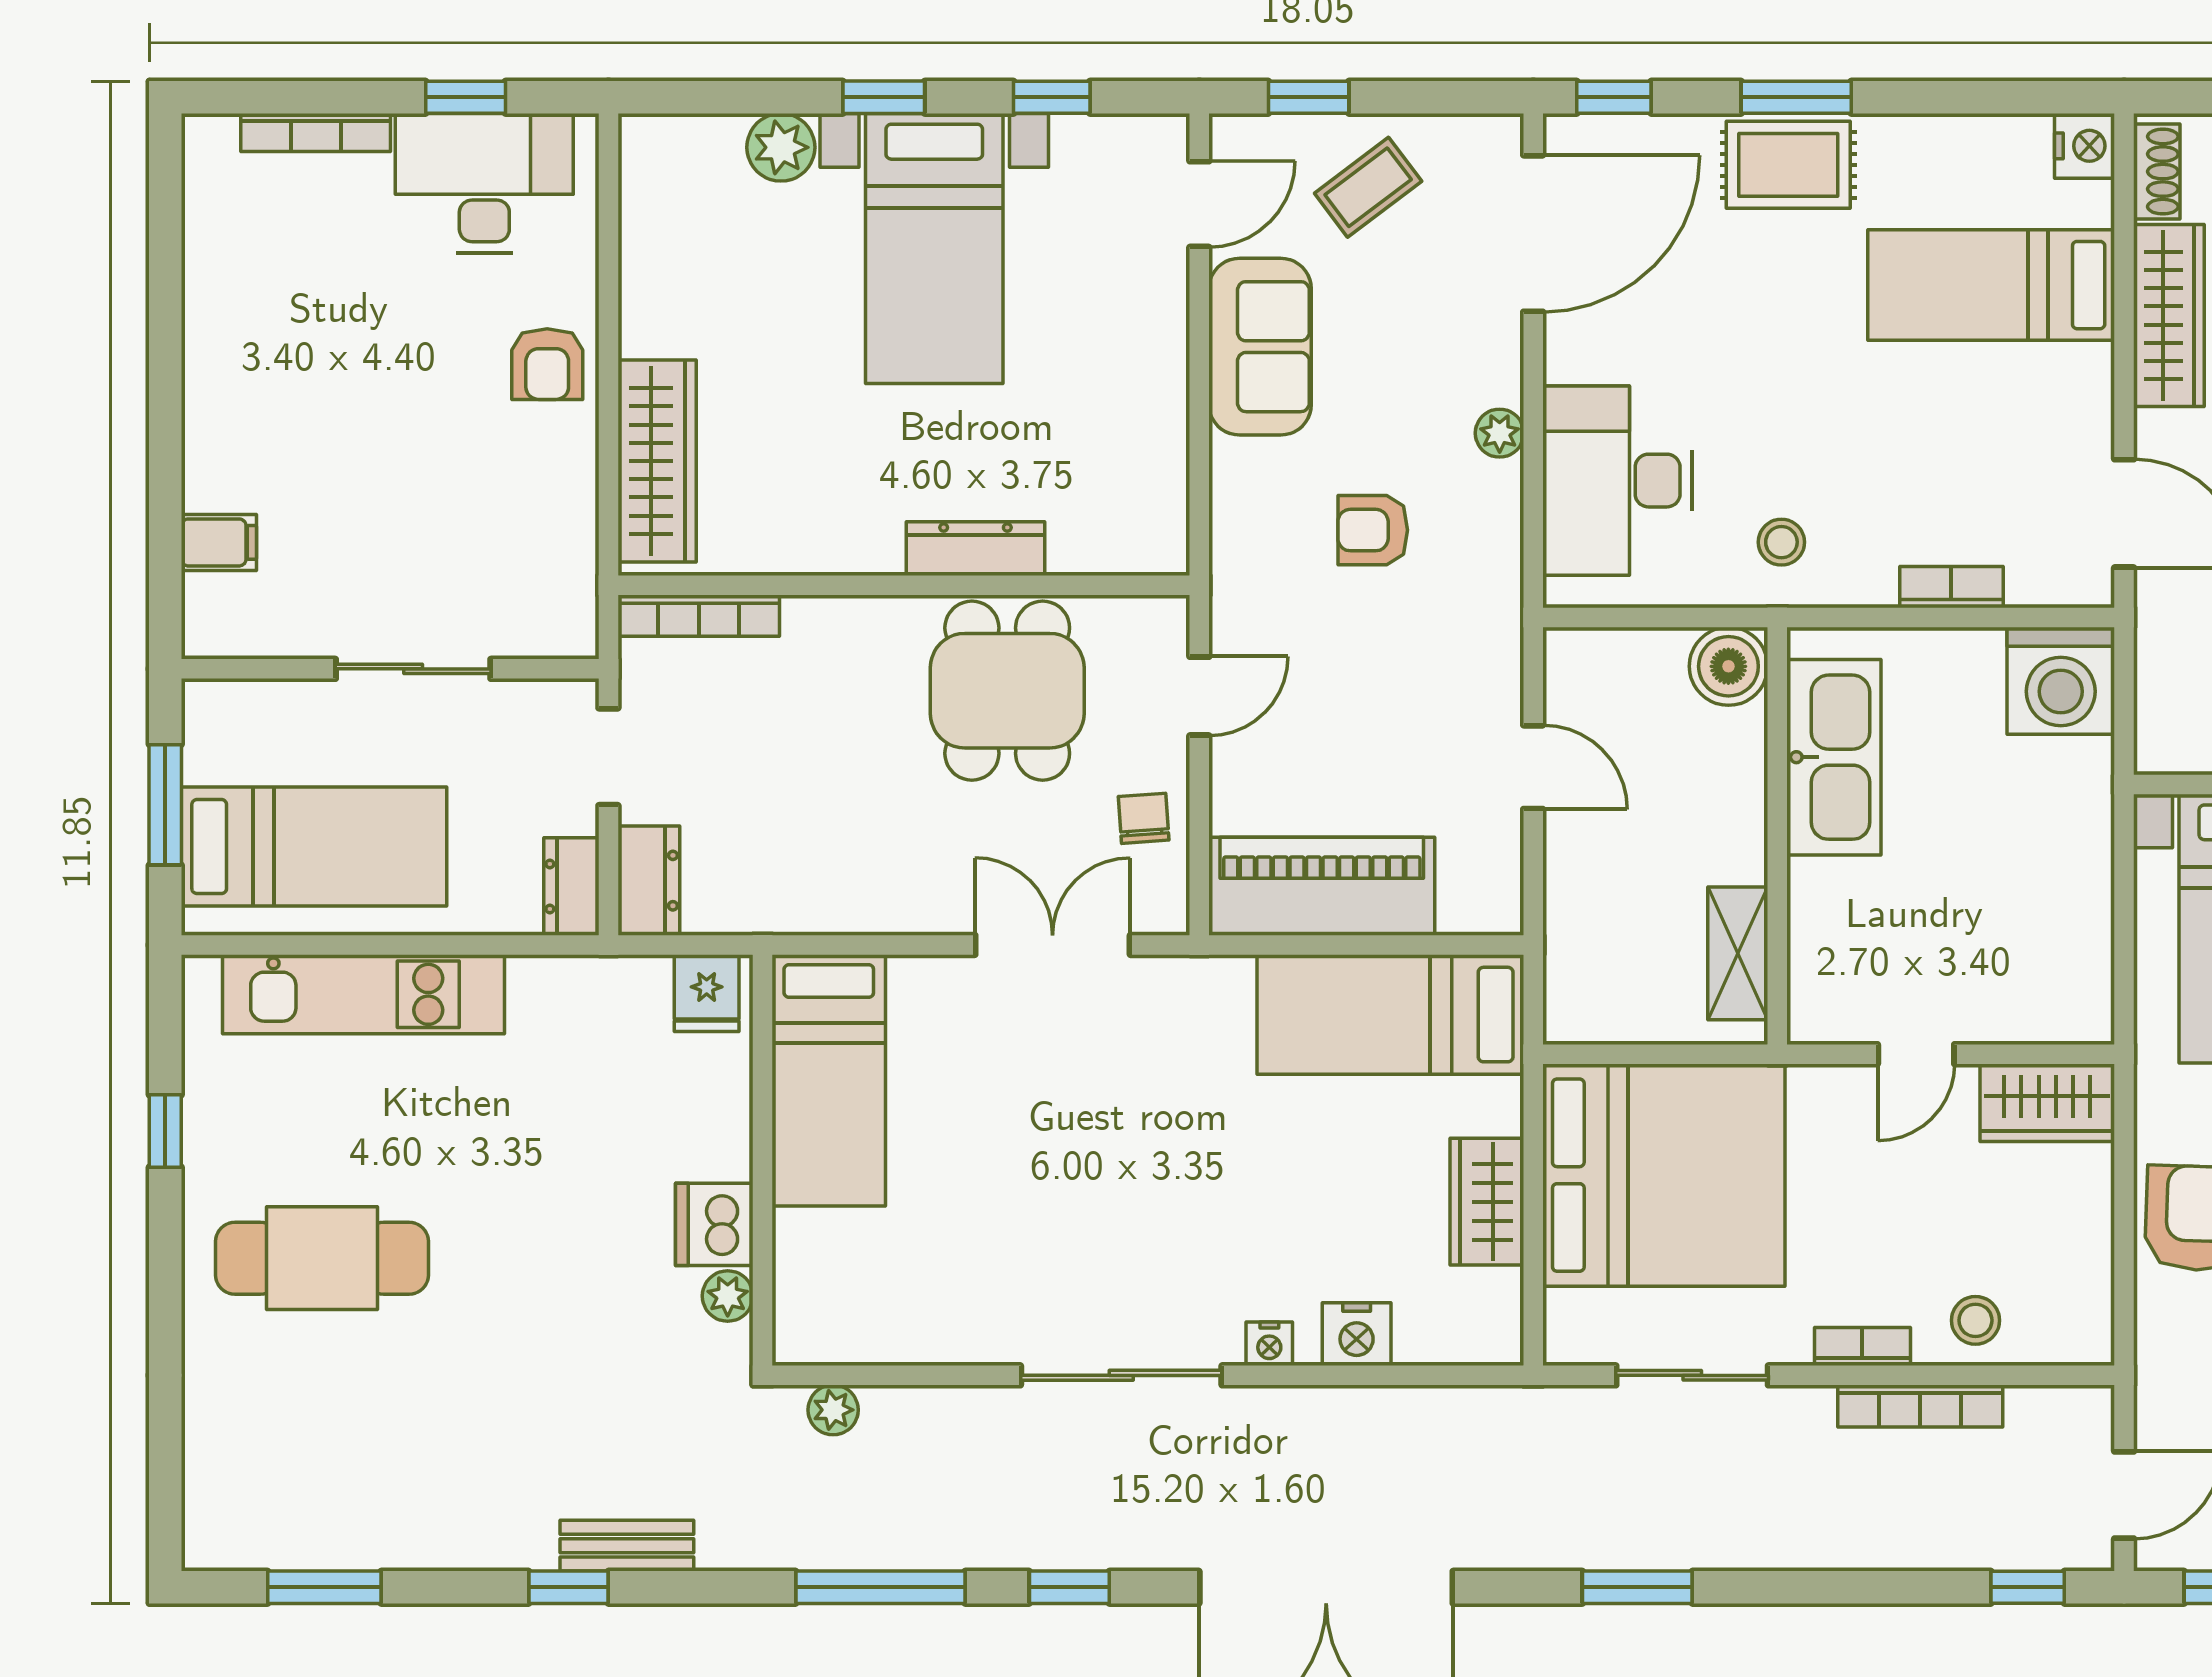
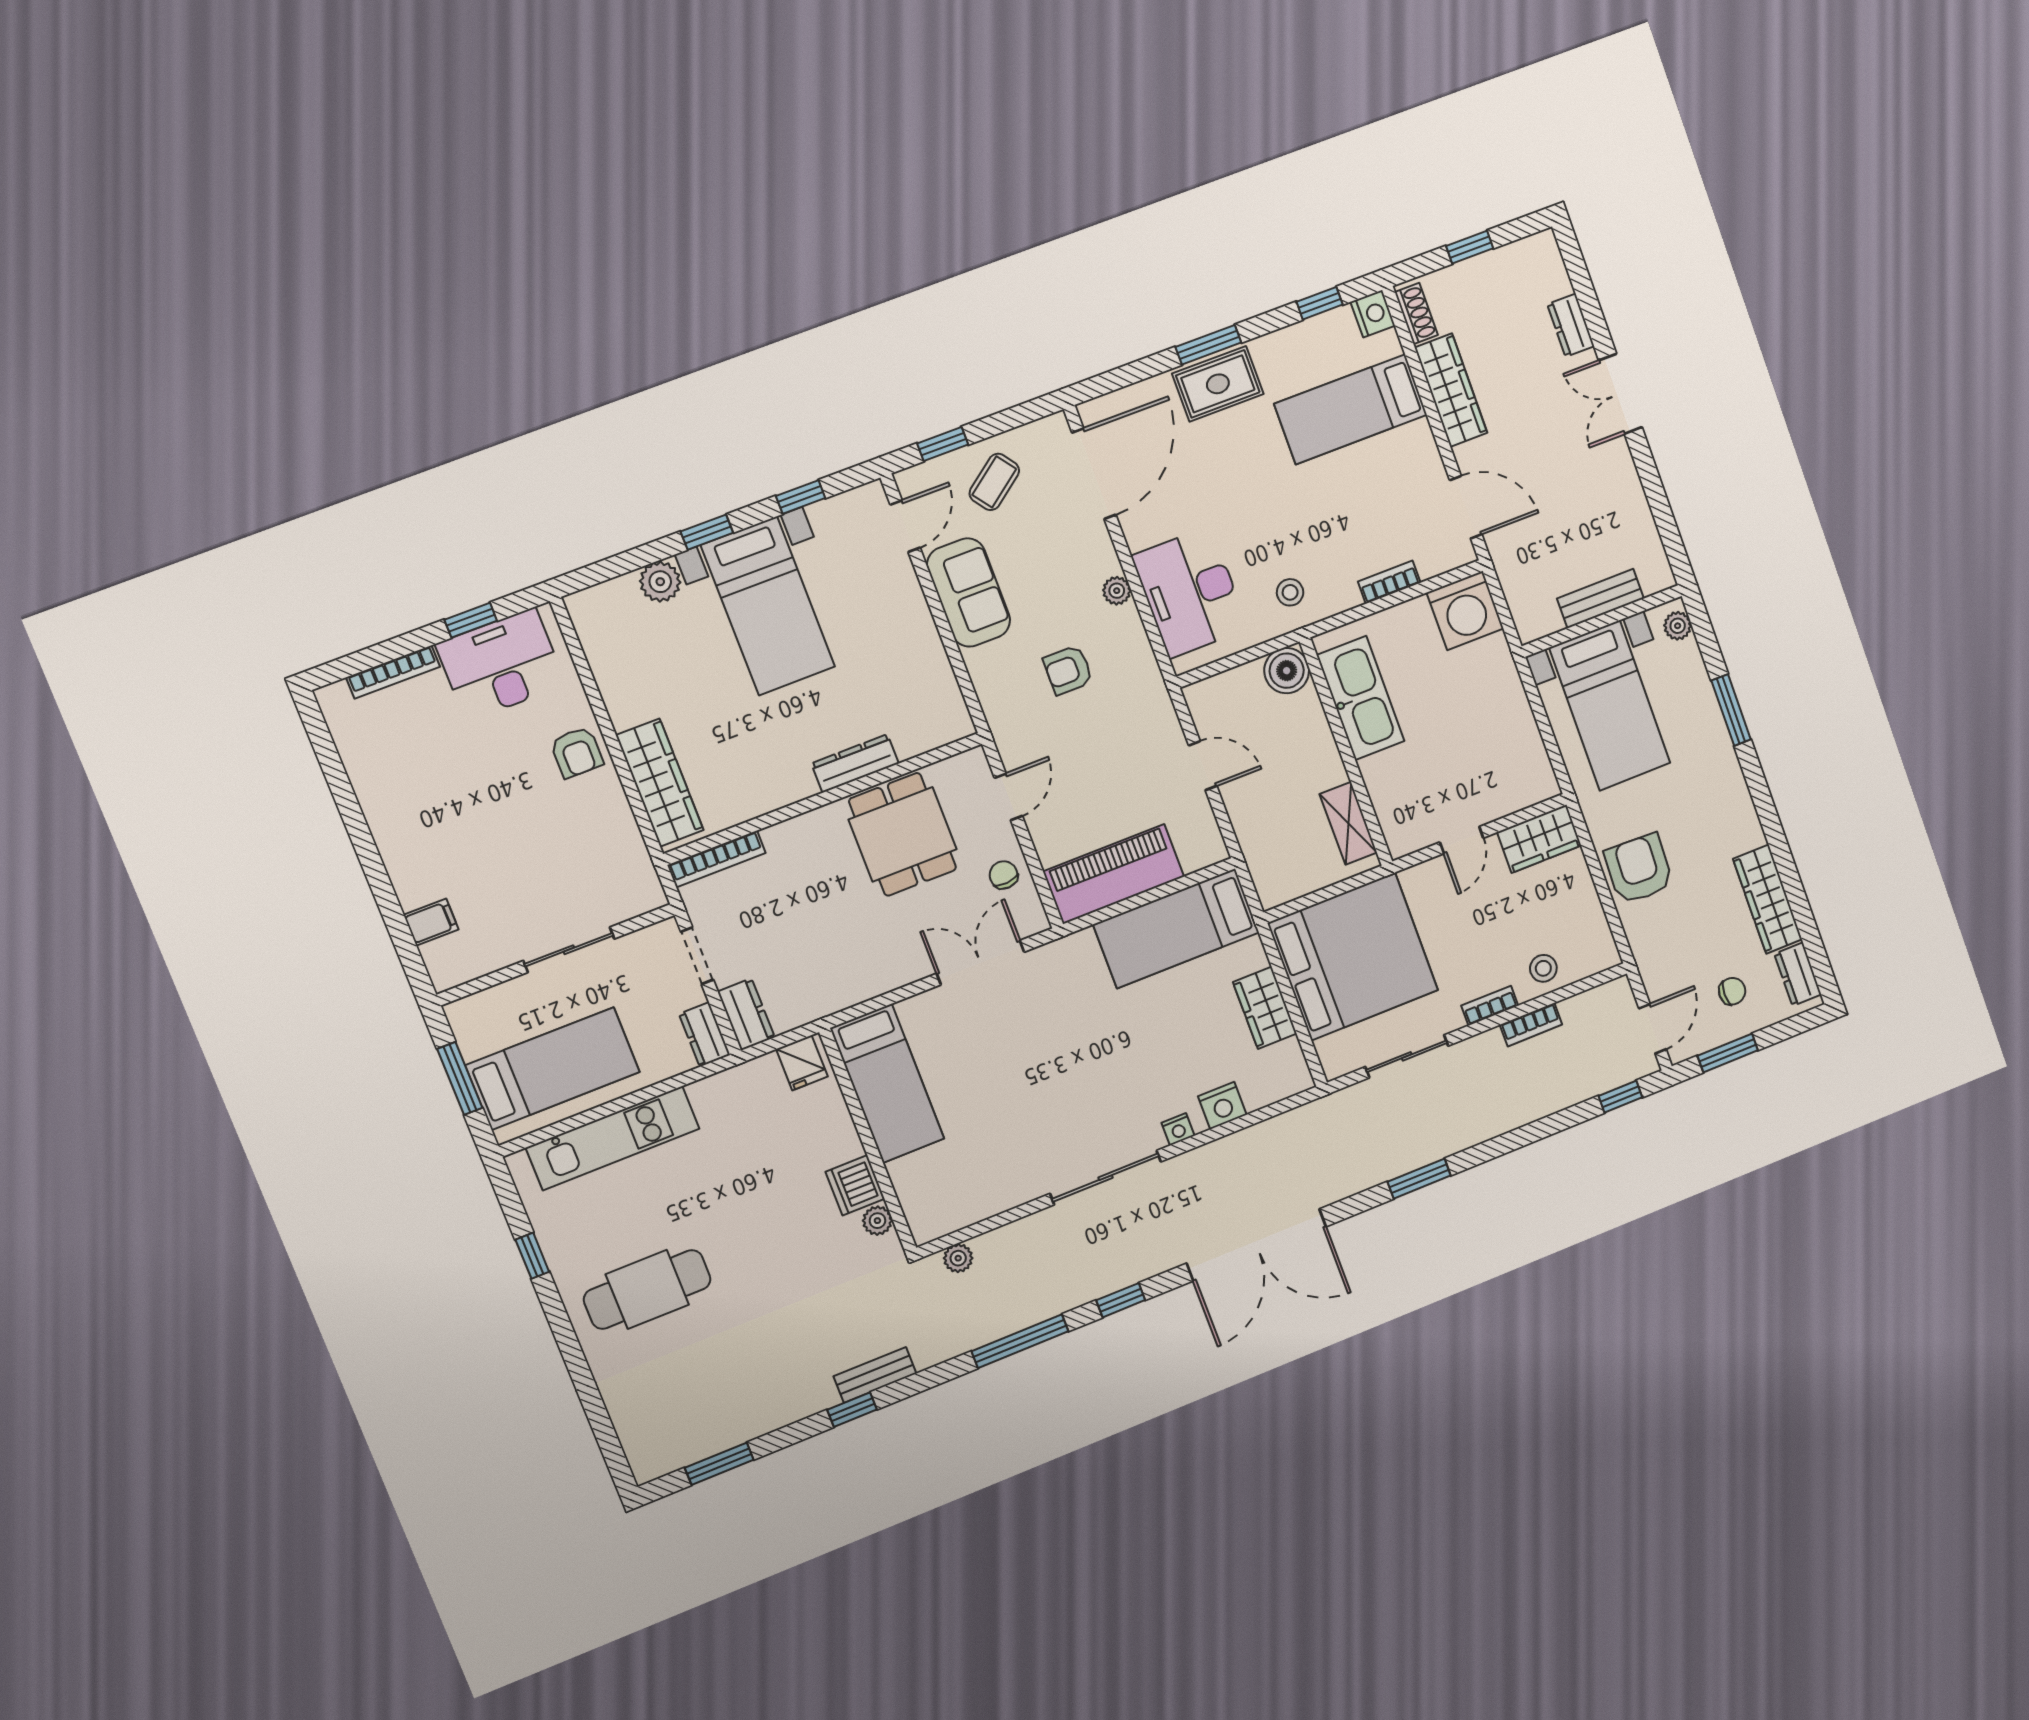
window: (1614, 97) -> (1320, 303), moved
bookcase: (1920, 1406) -> (1531, 1025), width x0.64

